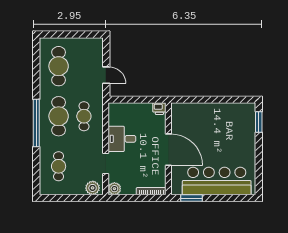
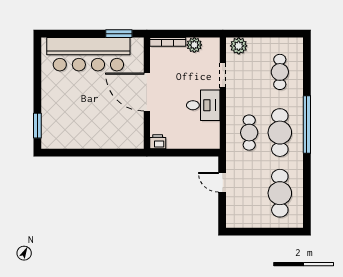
plant: (114, 189) -> (194, 45), moved

